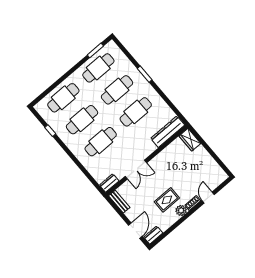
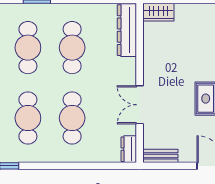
double door: (136, 170) -> (140, 105), swing flipped

